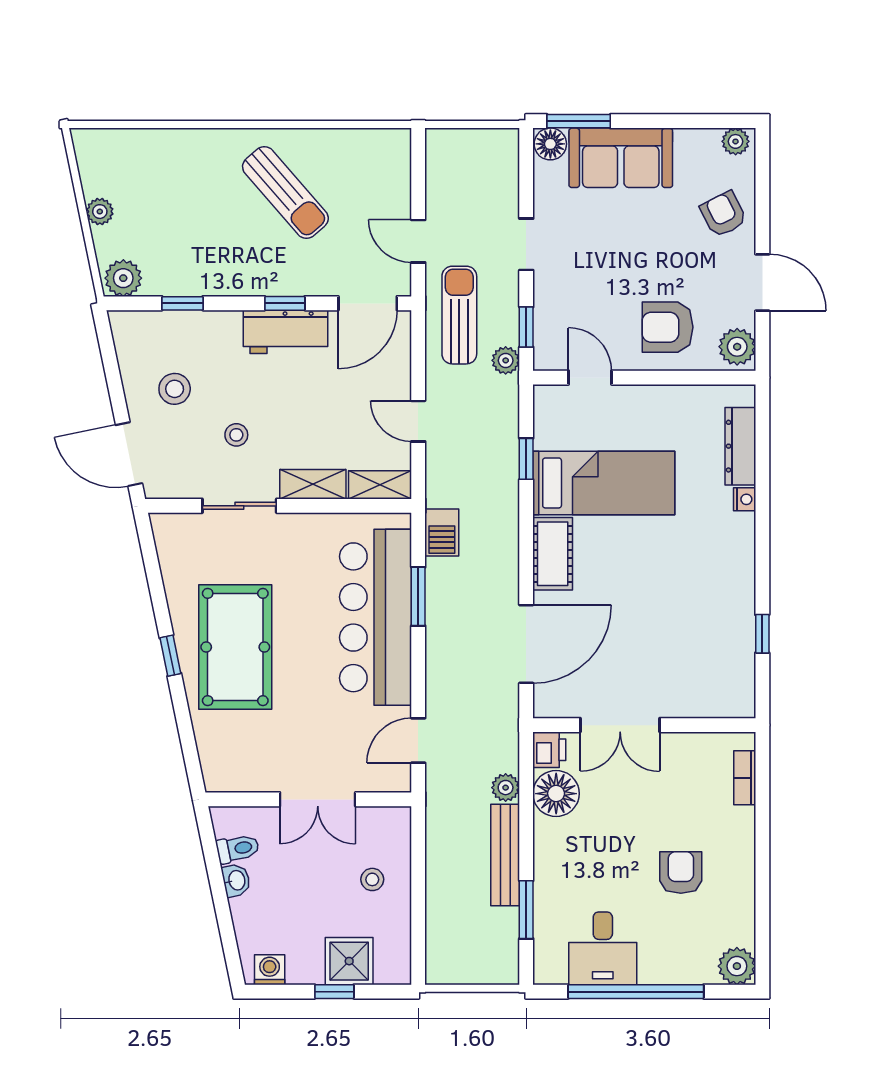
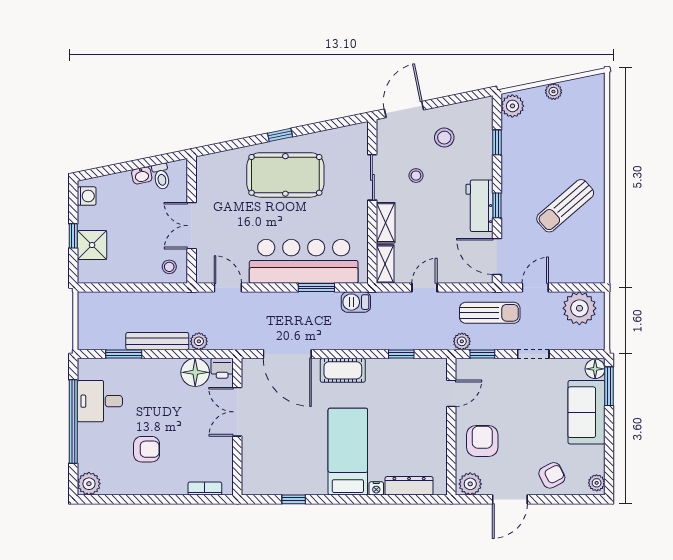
plant: (452, 169) -> (579, 308), added
bed: (604, 483) -> (348, 452), moved, turned 180
stool: (372, 879) -> (169, 267), moved

